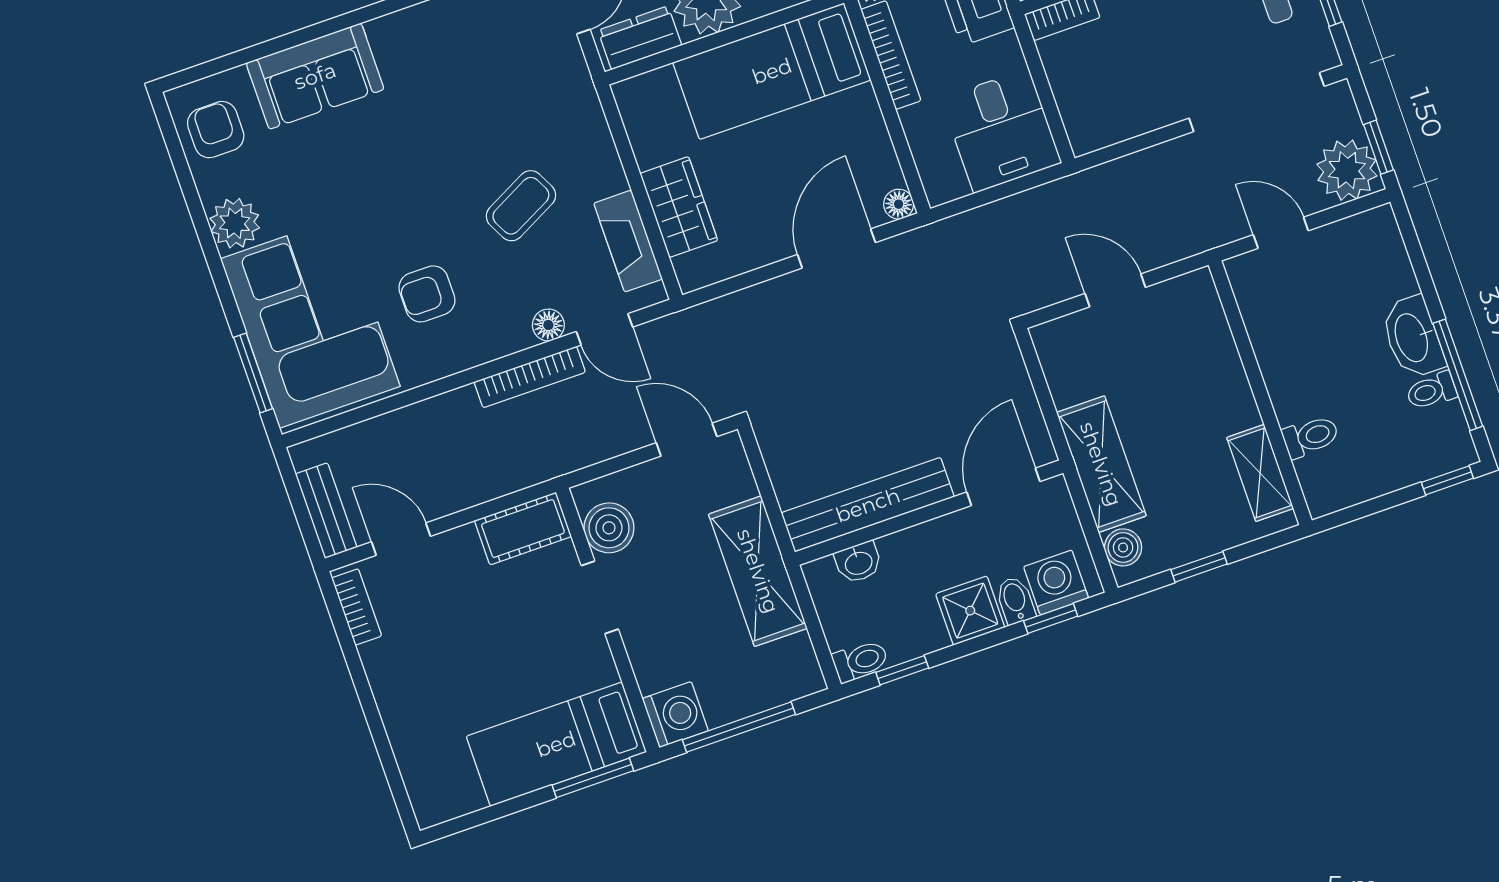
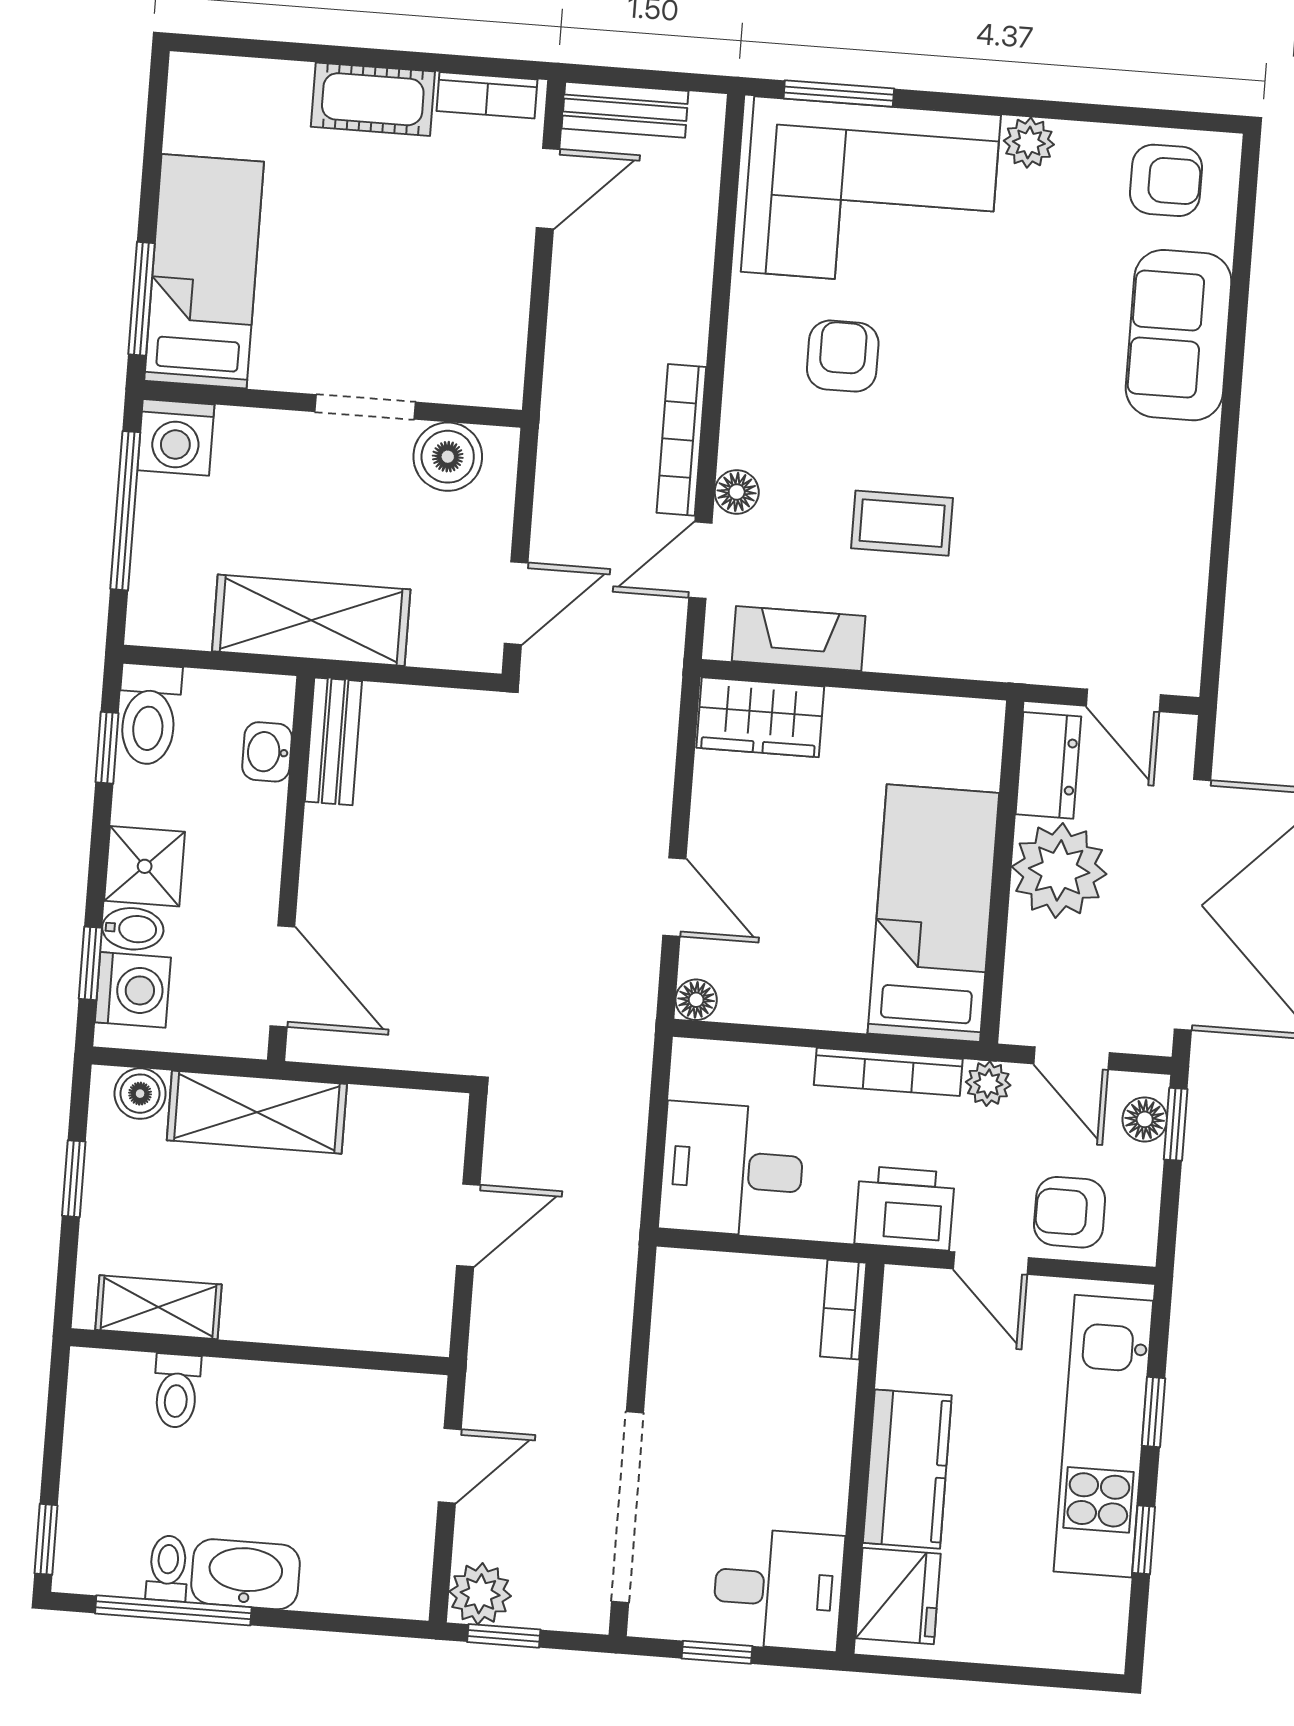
plant: (1347, 170) -> (480, 1594), width x0.73, depth x0.73
coffee table: (521, 206) -> (902, 523), turned -63
wardrobe: (679, 207) -> (760, 717), moved
plant: (235, 223) -> (1029, 143), width x0.73, depth x0.73
door: (836, 249) -> (674, 897), width x0.73
bench: (868, 505) -> (333, 741), width x0.54, depth x0.82
cot: (523, 529) -> (373, 99), moved, turned 90
toilet: (860, 661) -> (149, 714), width x1.37, depth x1.39

